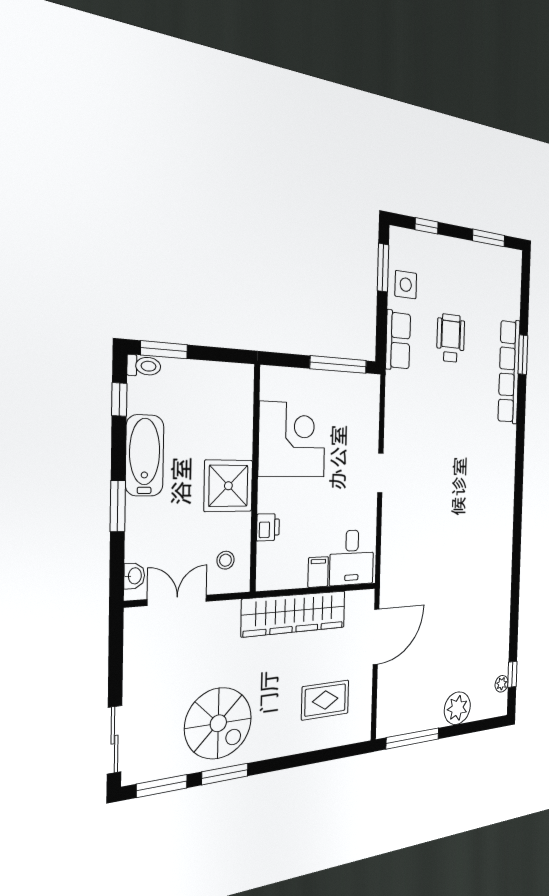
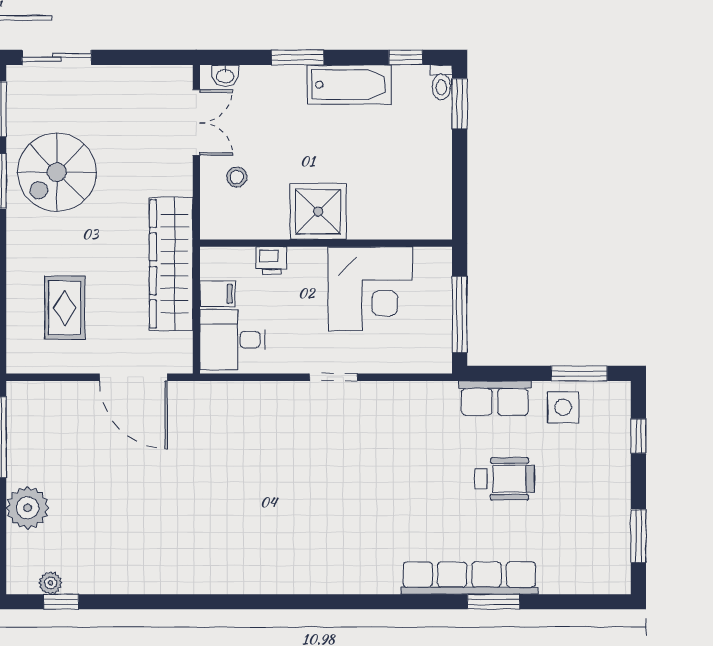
corner desk: (292, 440) -> (370, 289), moved
wall: (255, 479) -> (326, 243), moved
shower: (228, 486) -> (318, 212), moved
printer: (268, 527) -> (271, 261), moved

